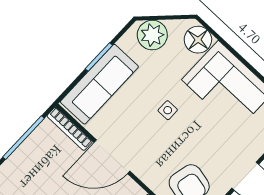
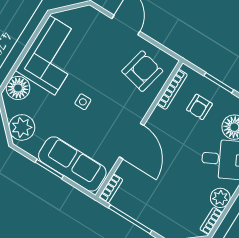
bookcase: (70, 129) -> (111, 189), width x0.64

